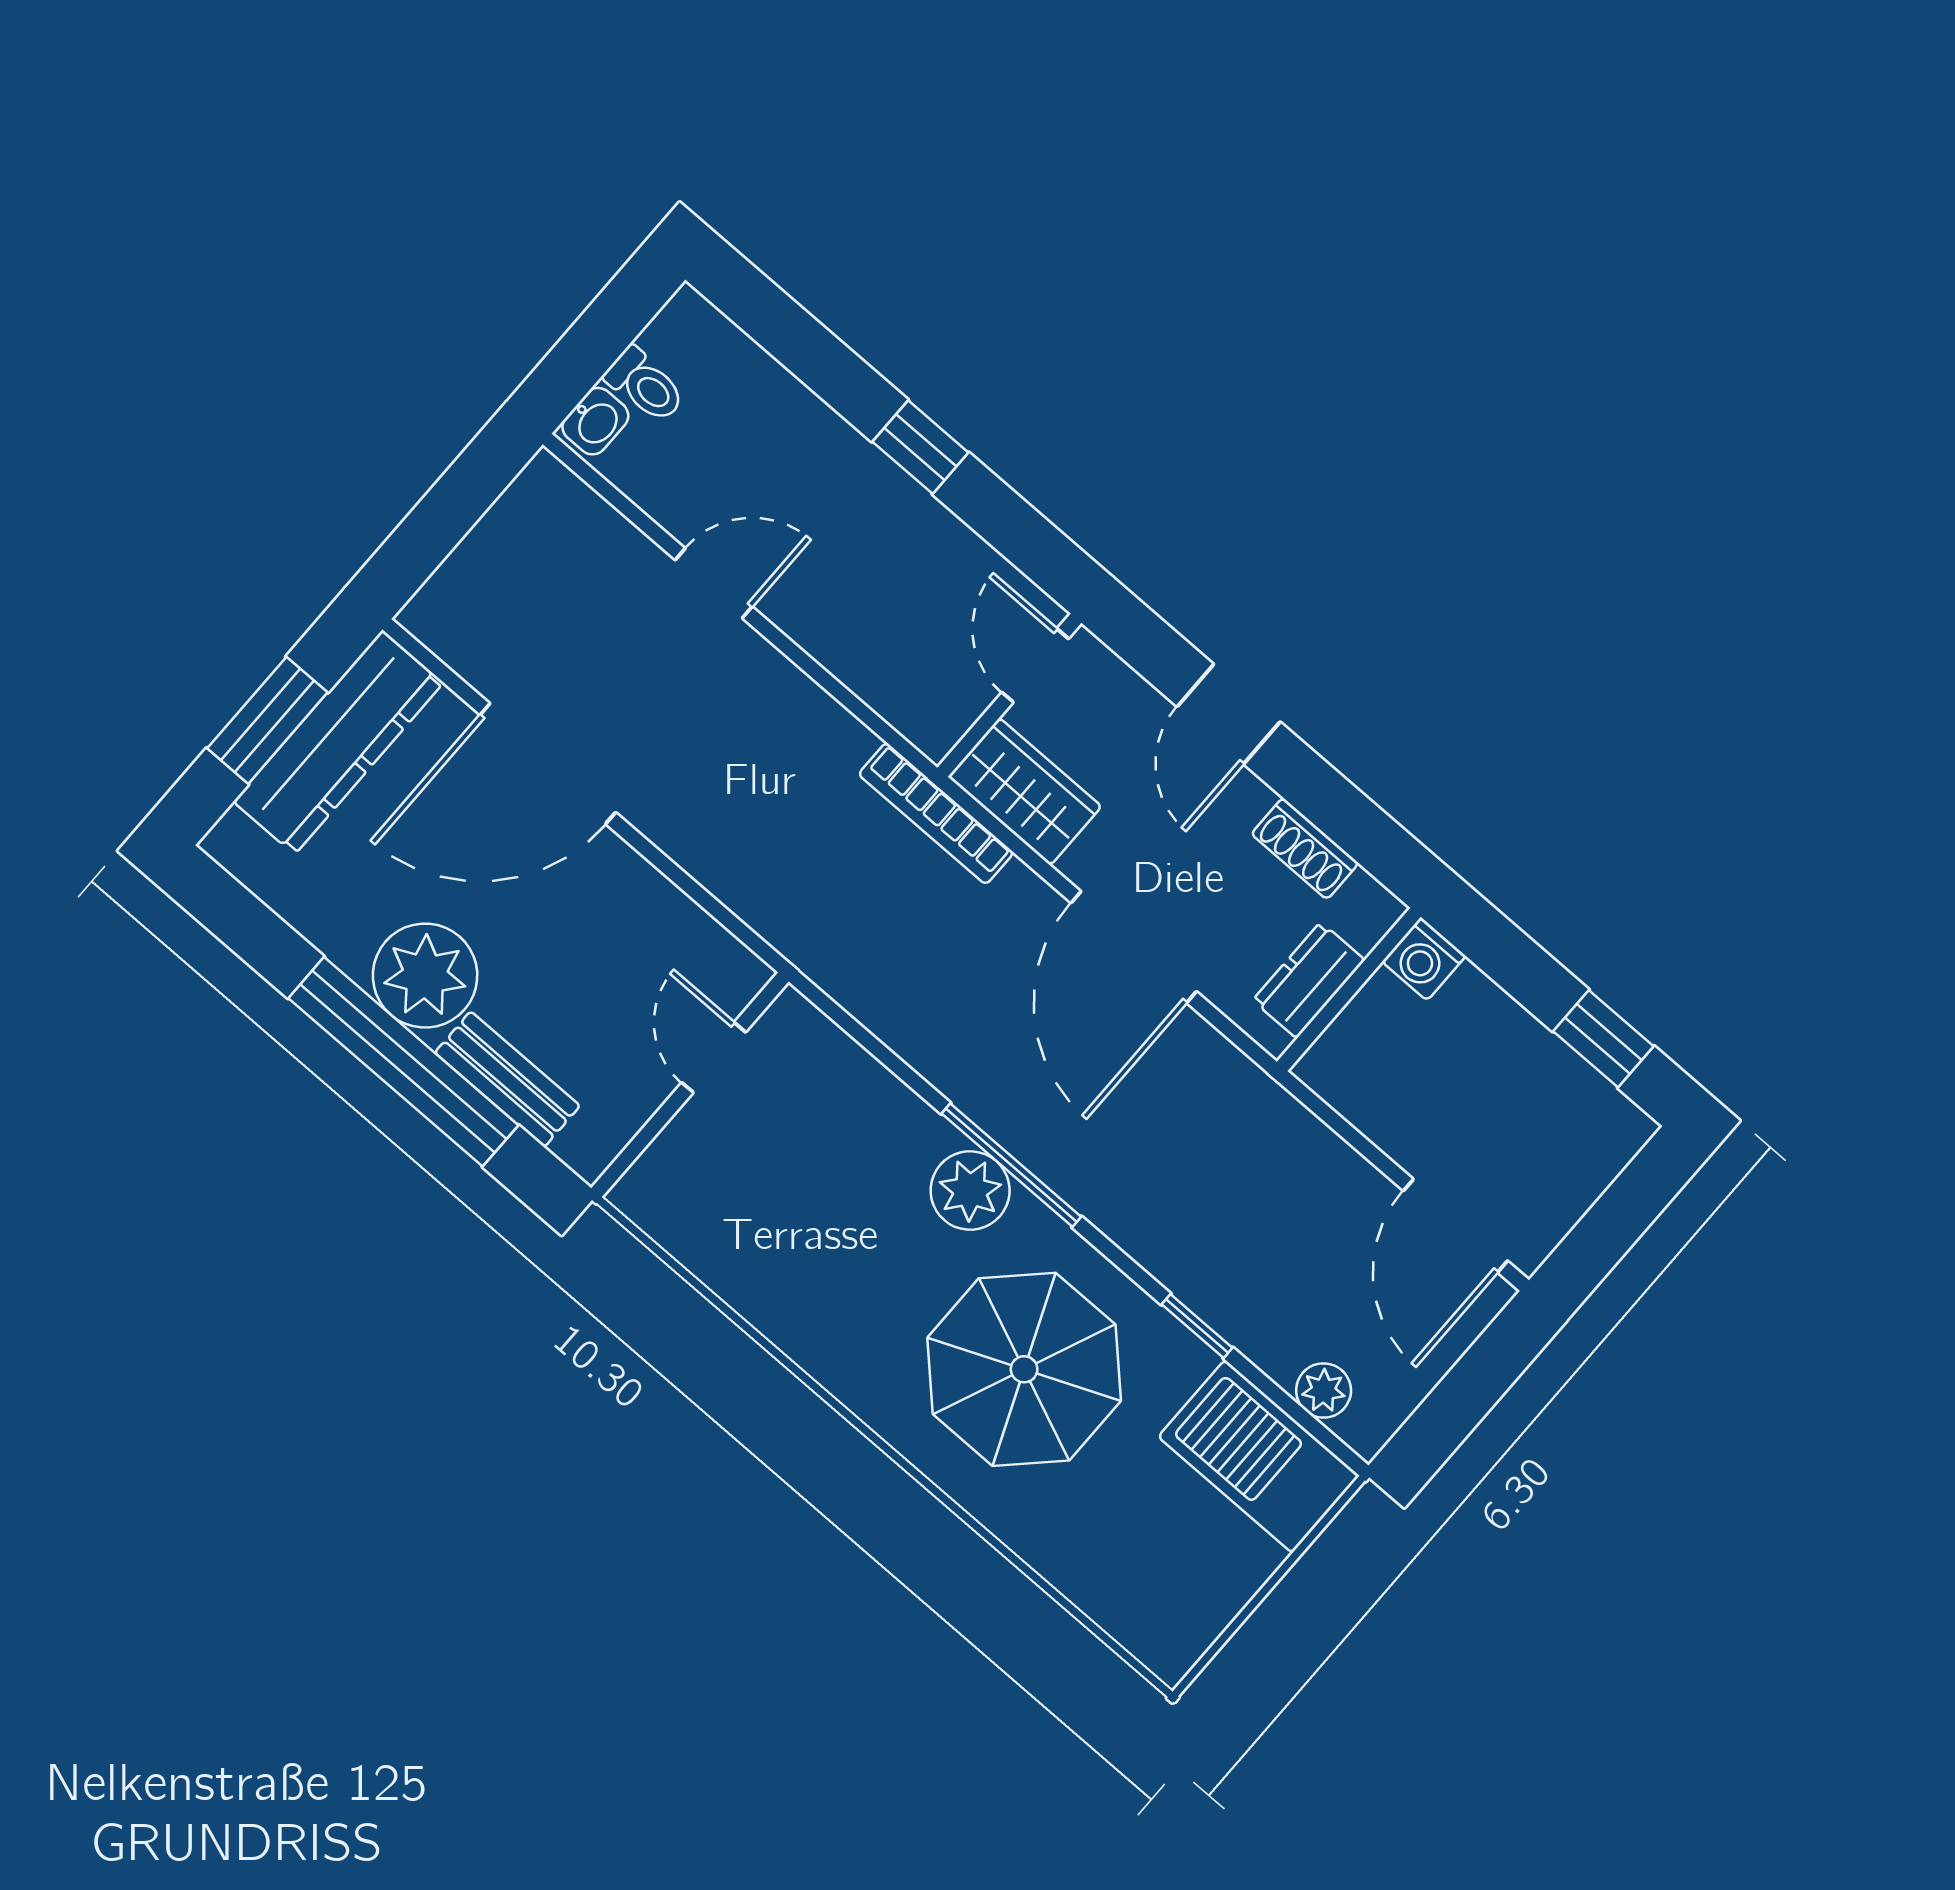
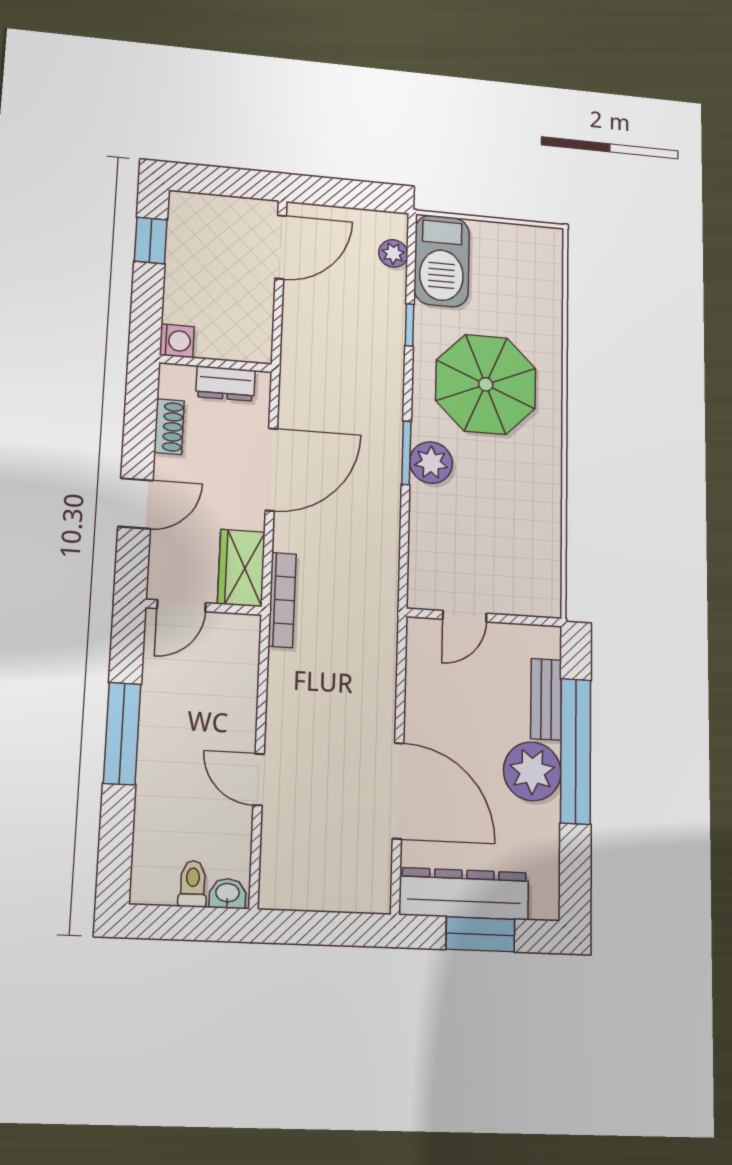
window: (920, 447) -> (122, 734), width x2.17
window: (1011, 1165) -> (406, 453), width x0.69

